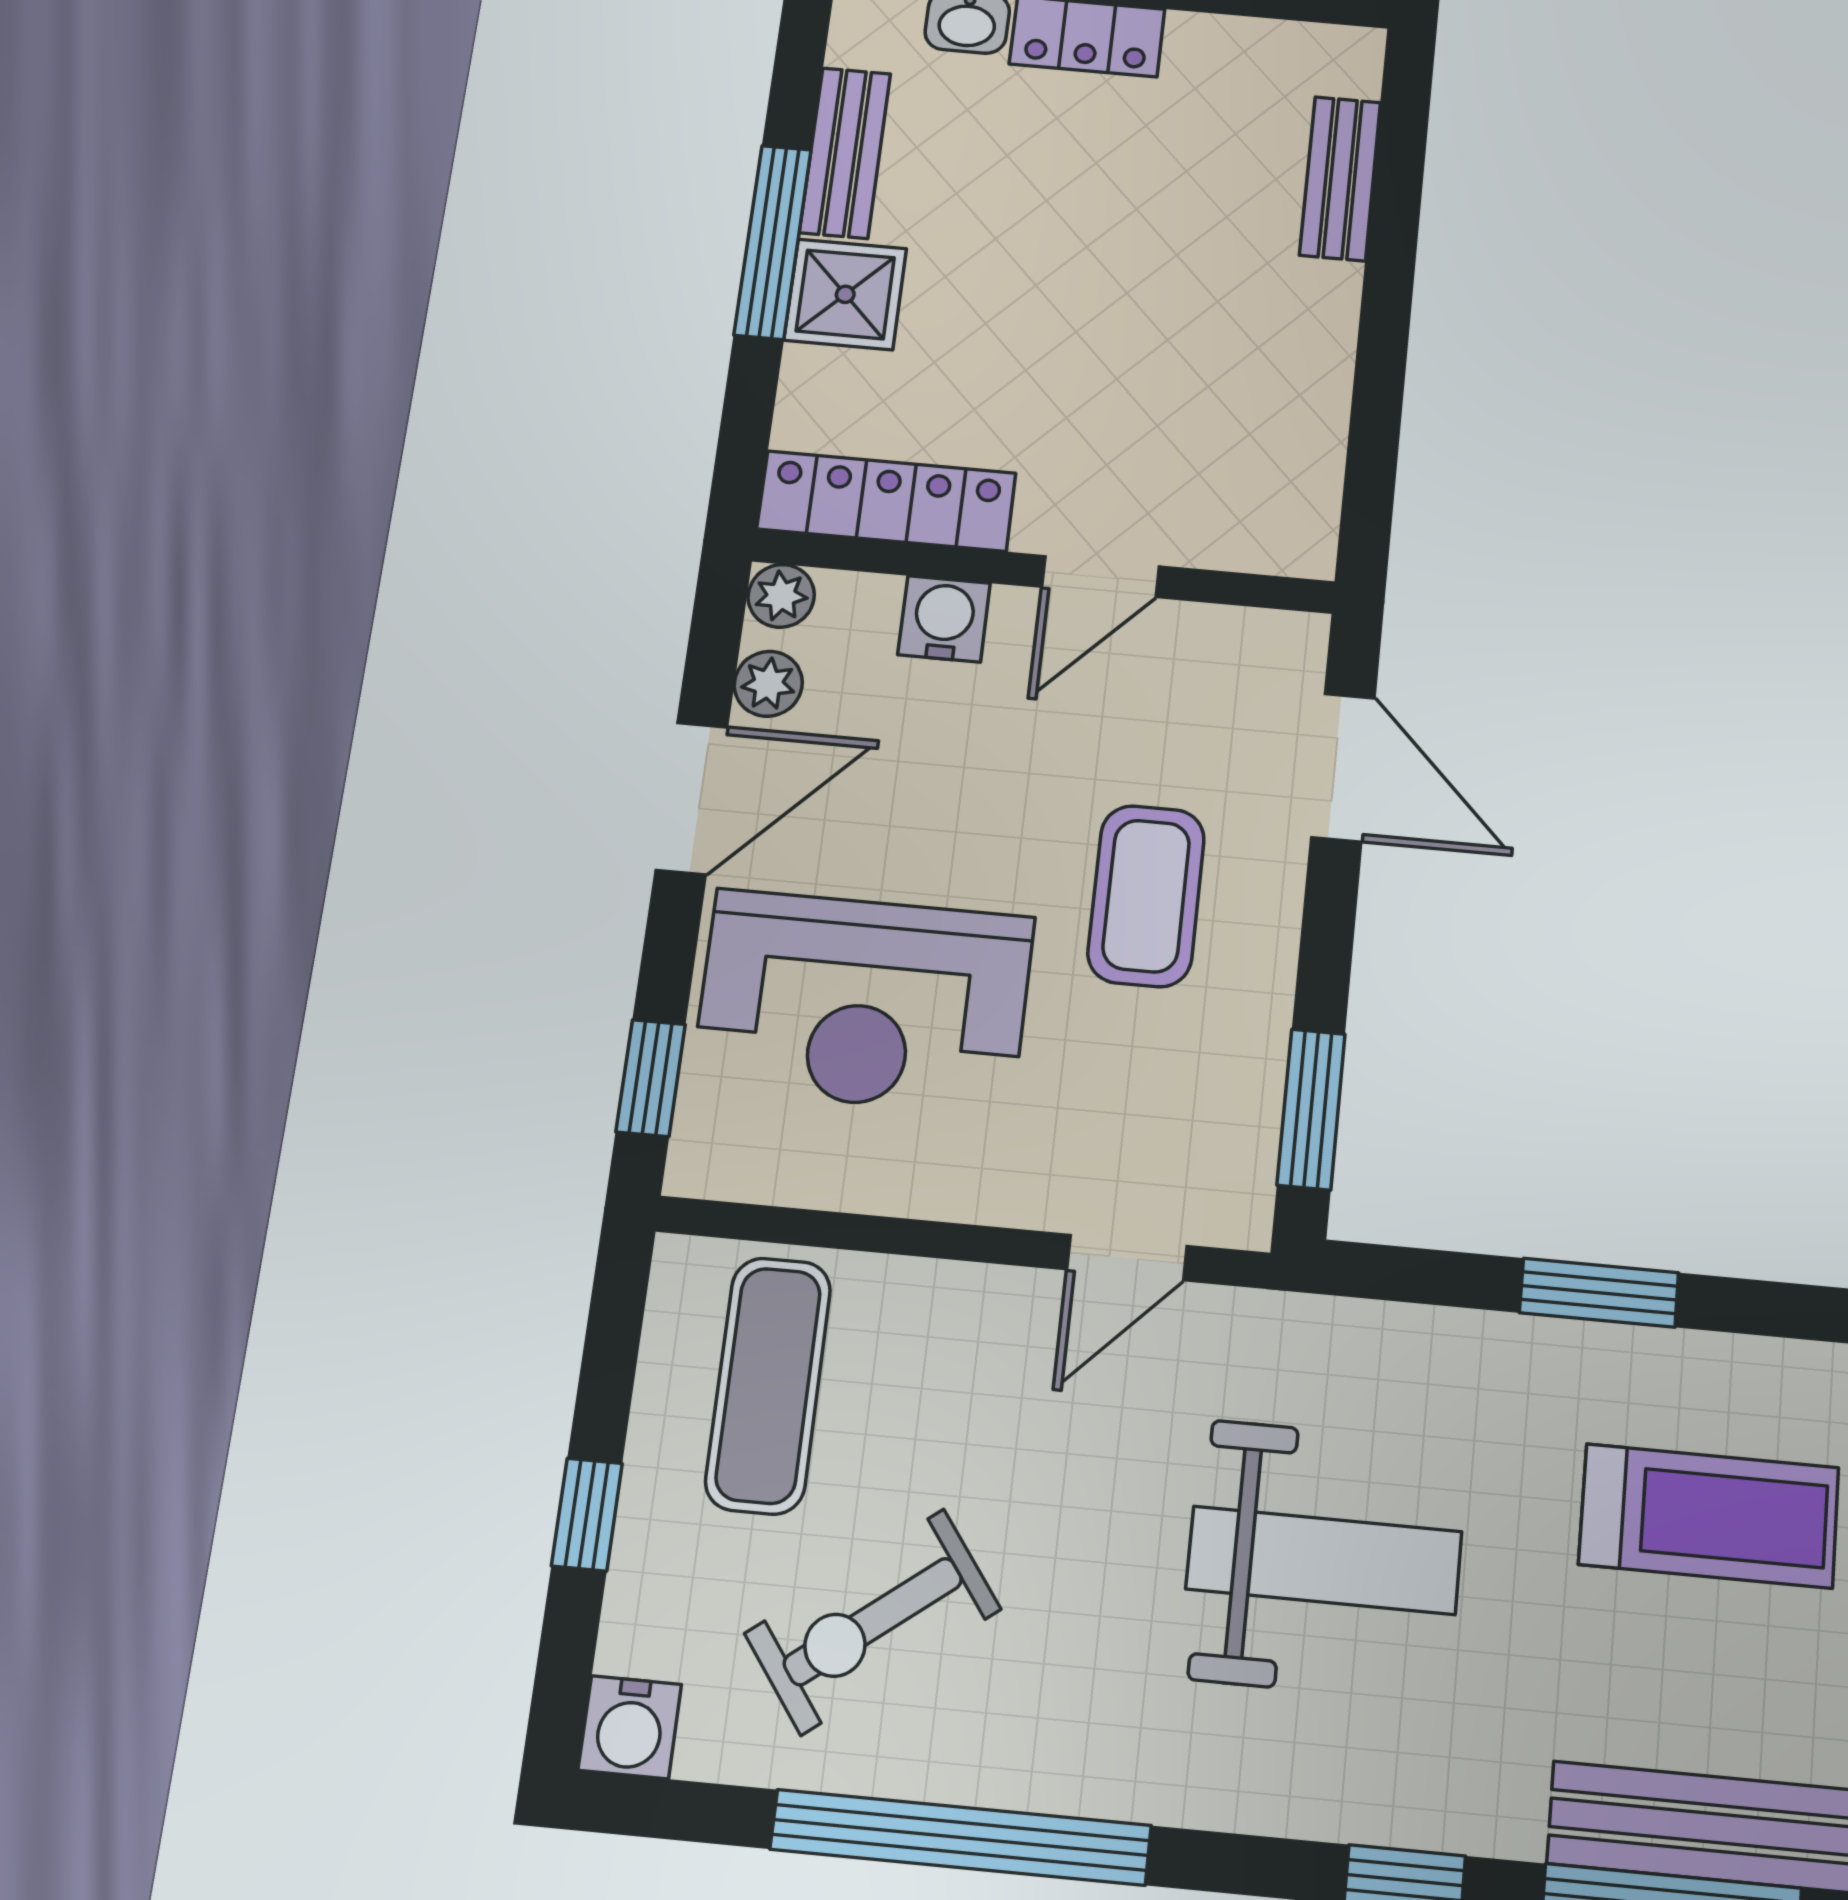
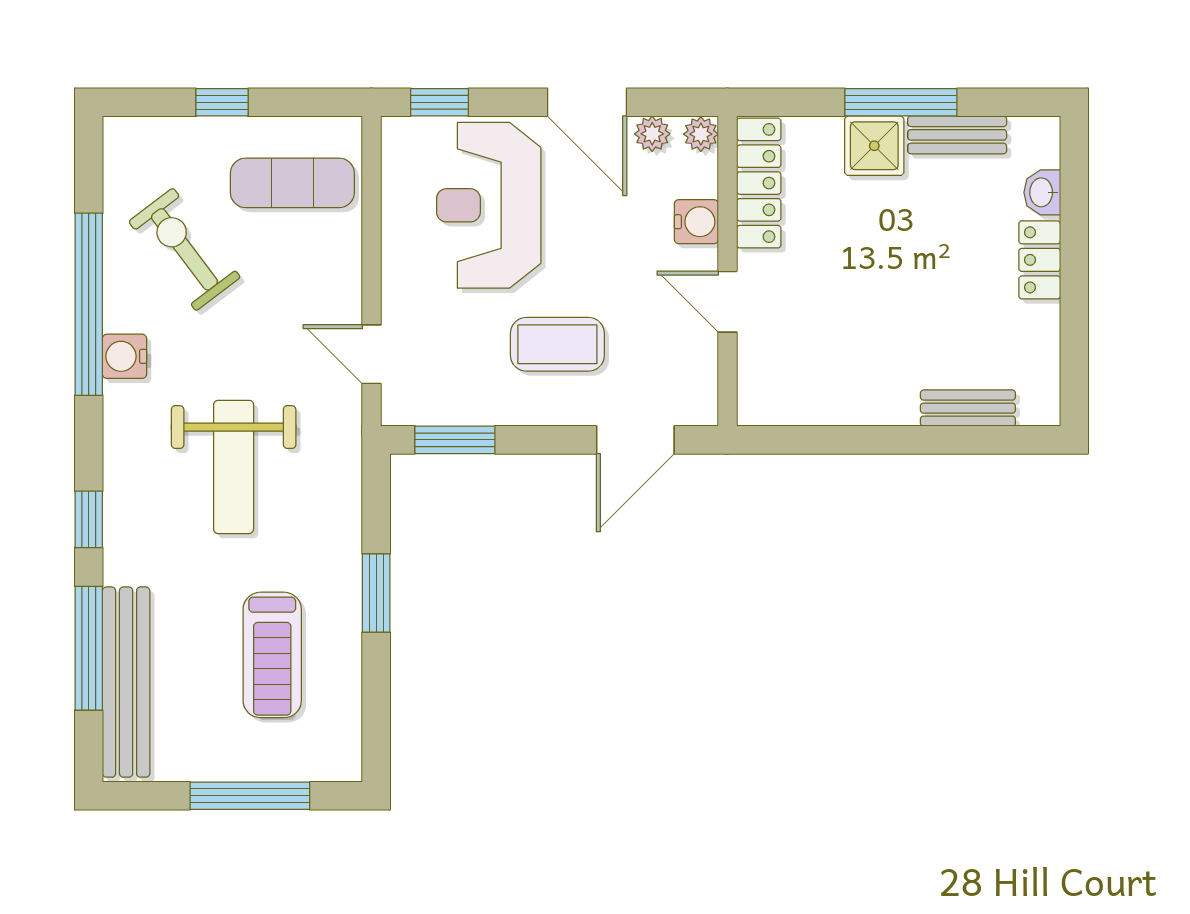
water cooler: (630, 1727) -> (125, 356), moved

